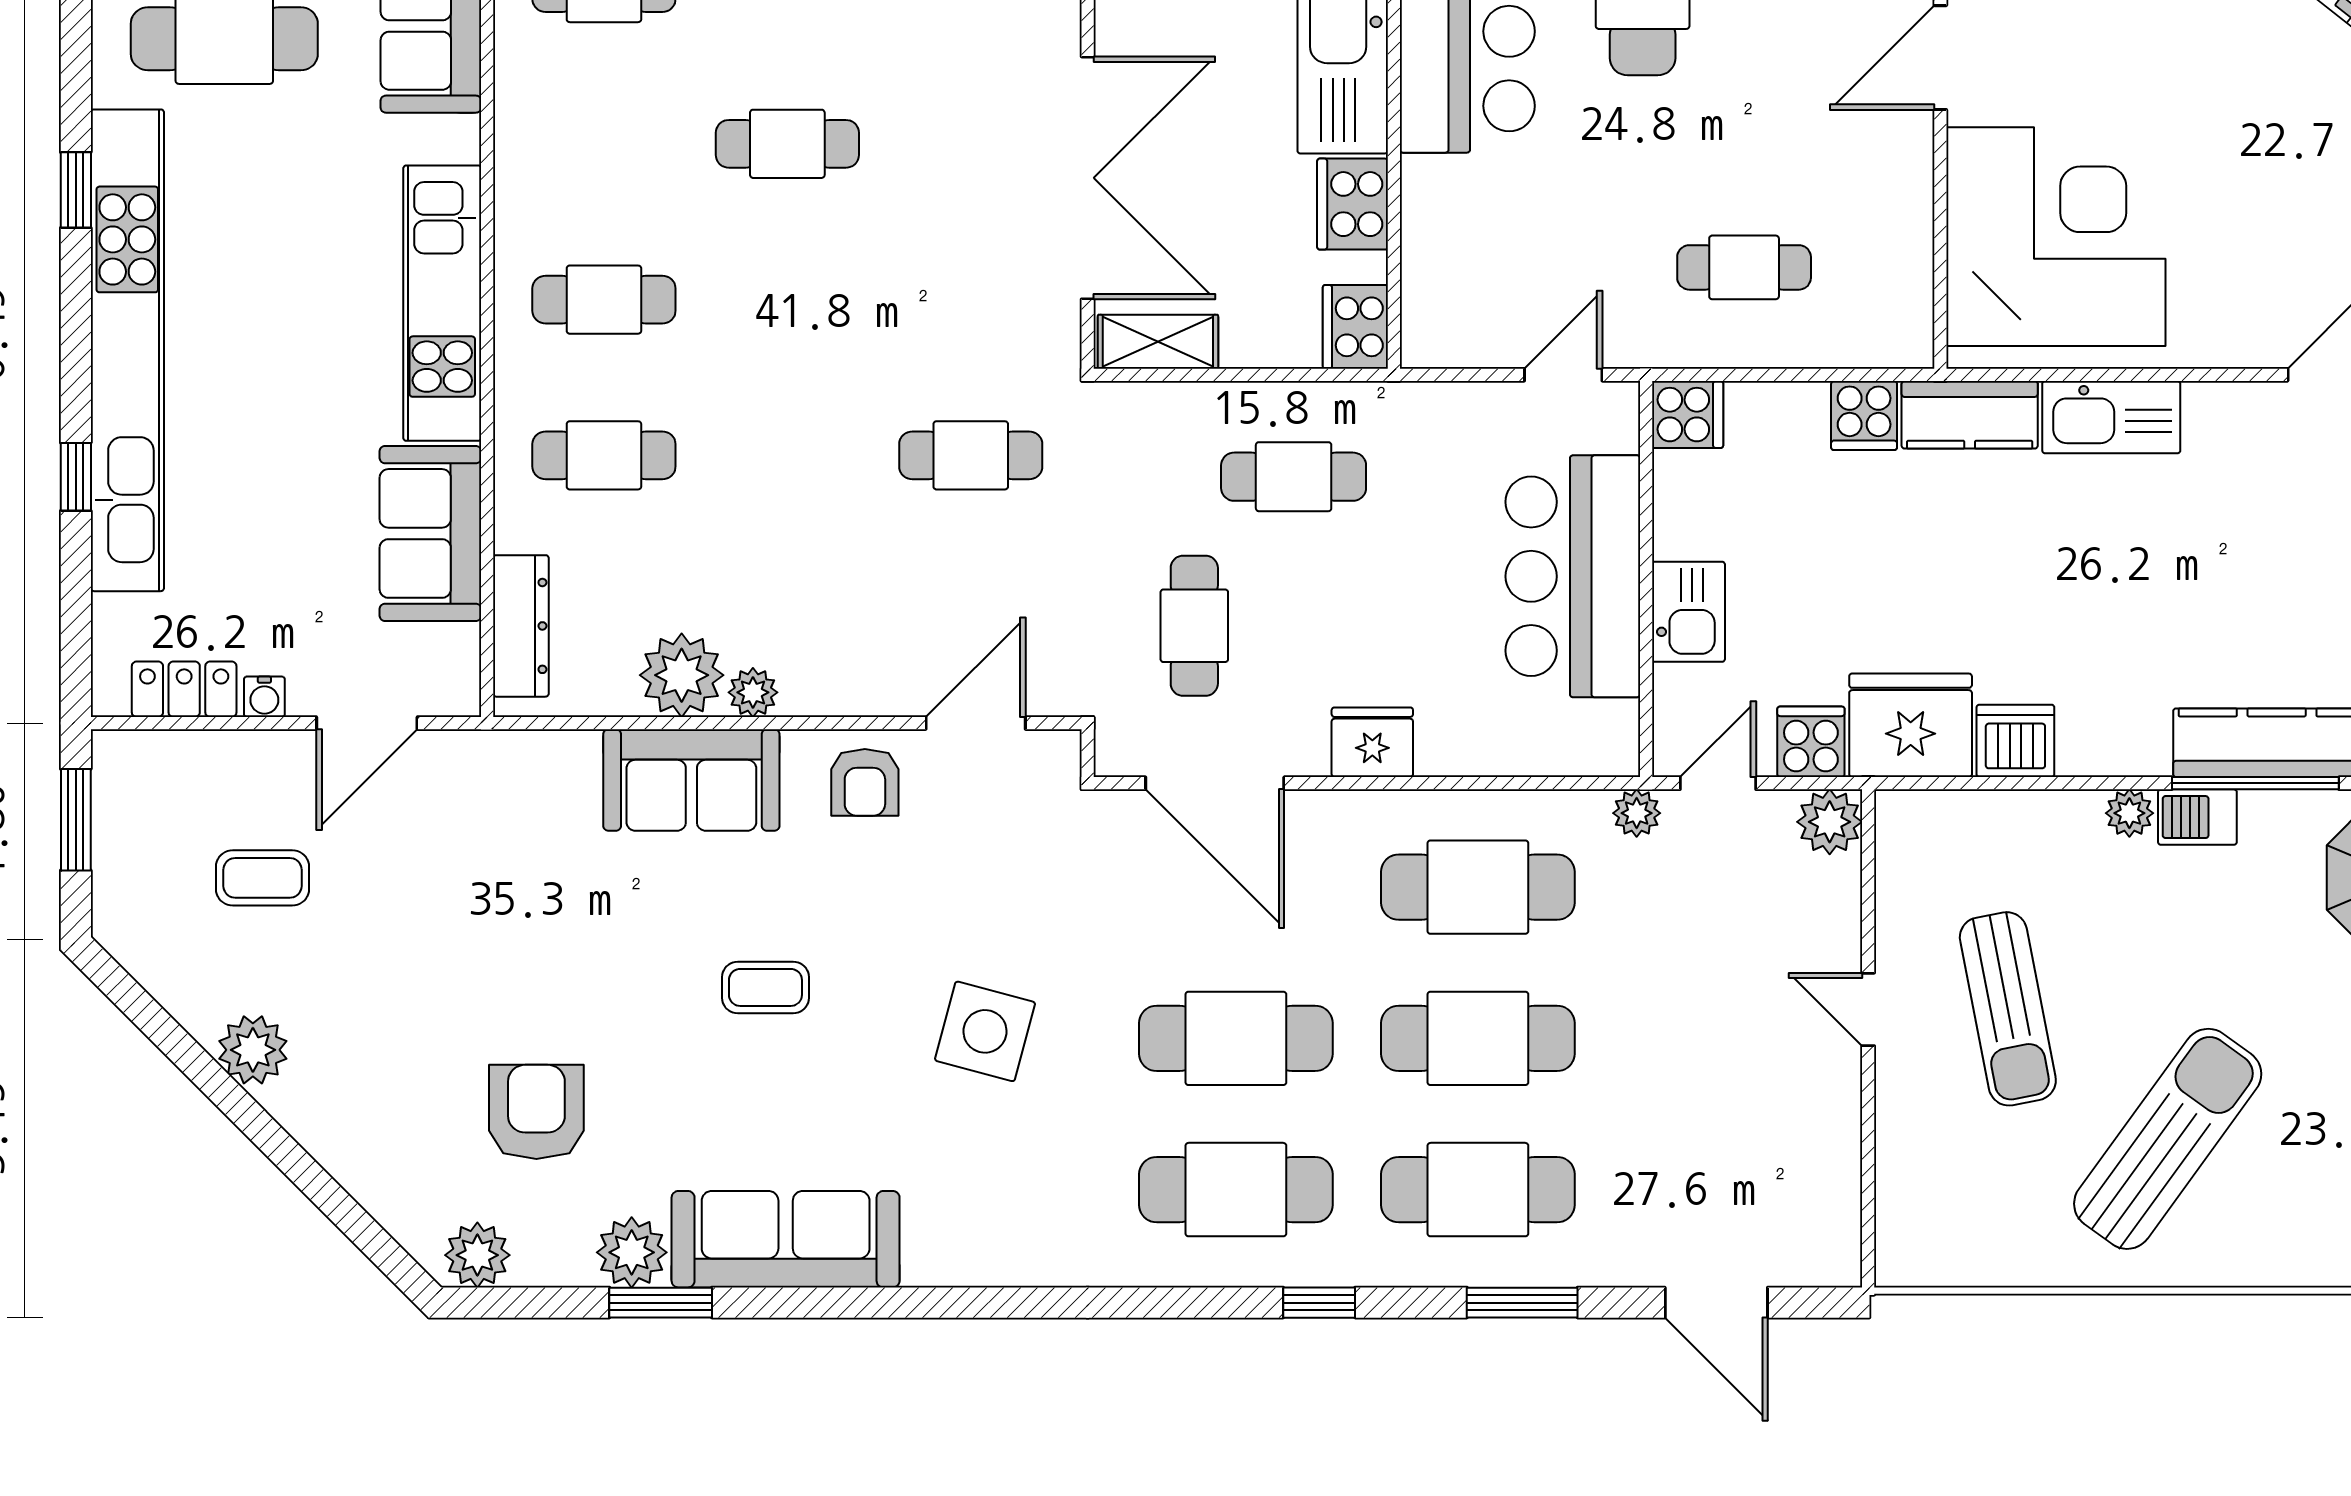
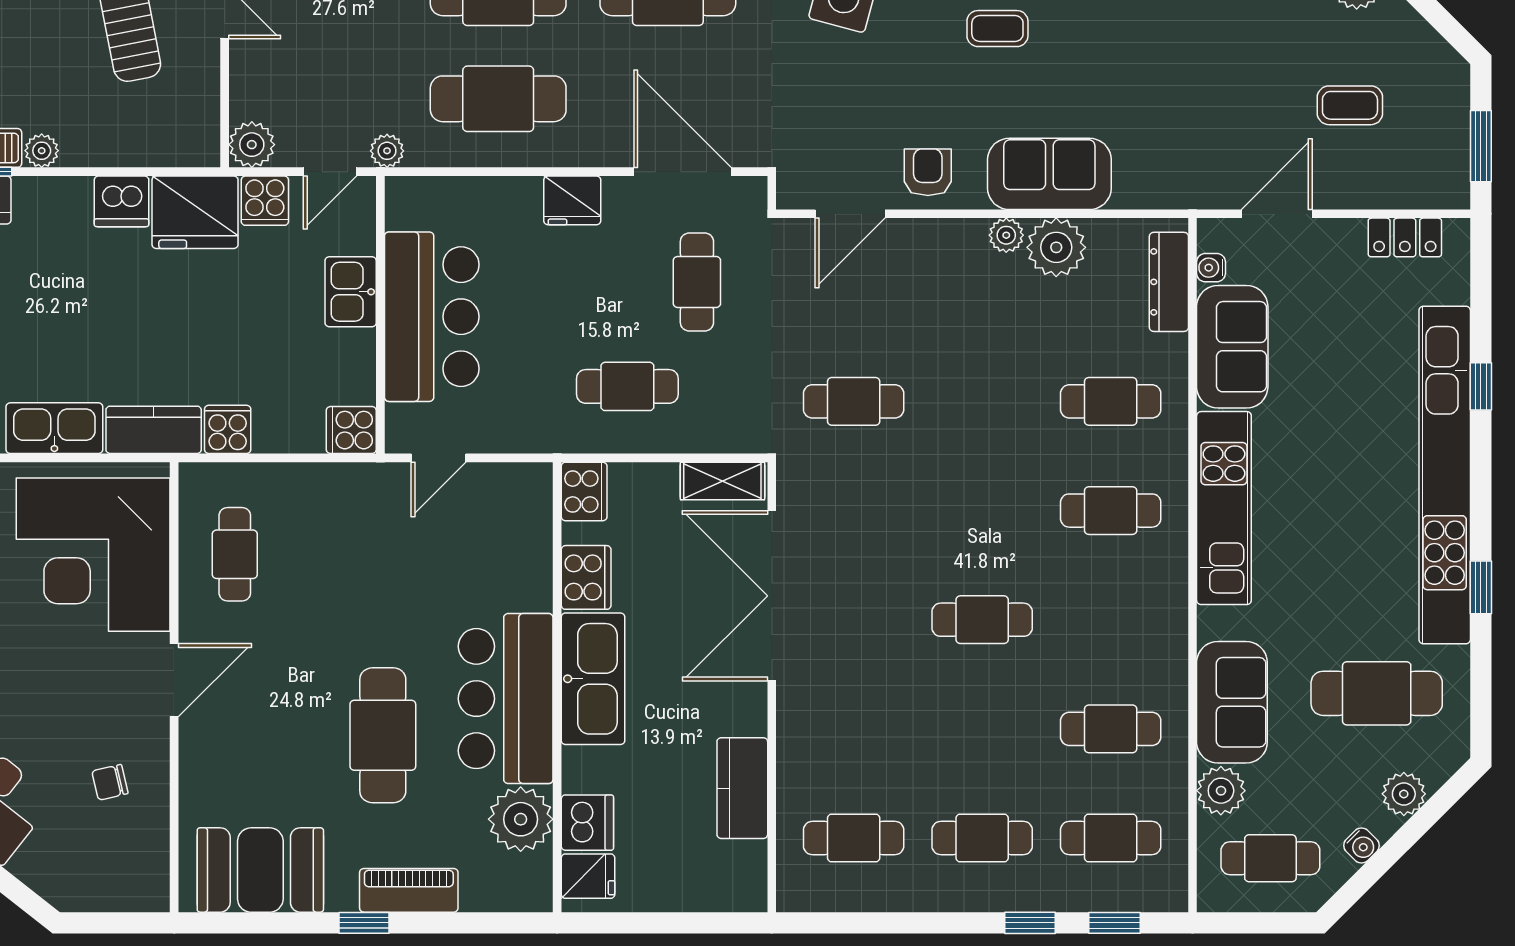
cafe table: (1744, 267) -> (235, 554), moved, turned 90
water cooler: (264, 697) -> (1211, 268), moved, turned -90

